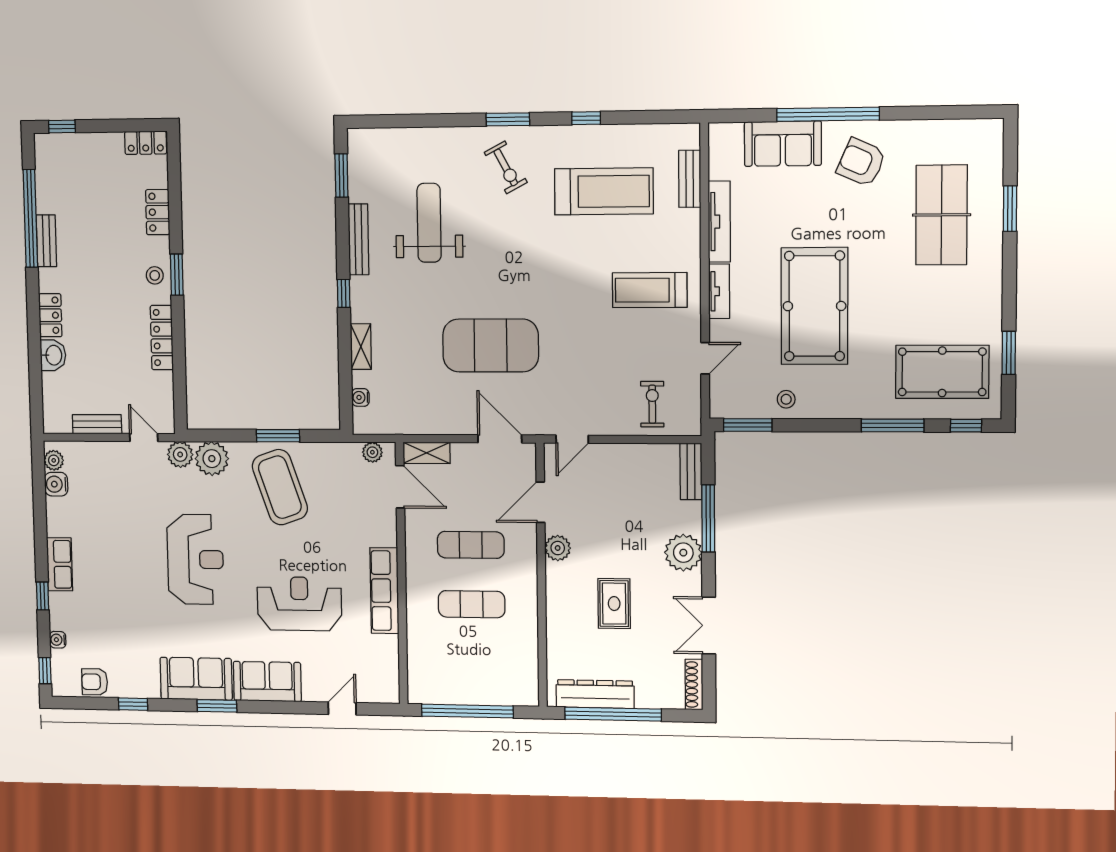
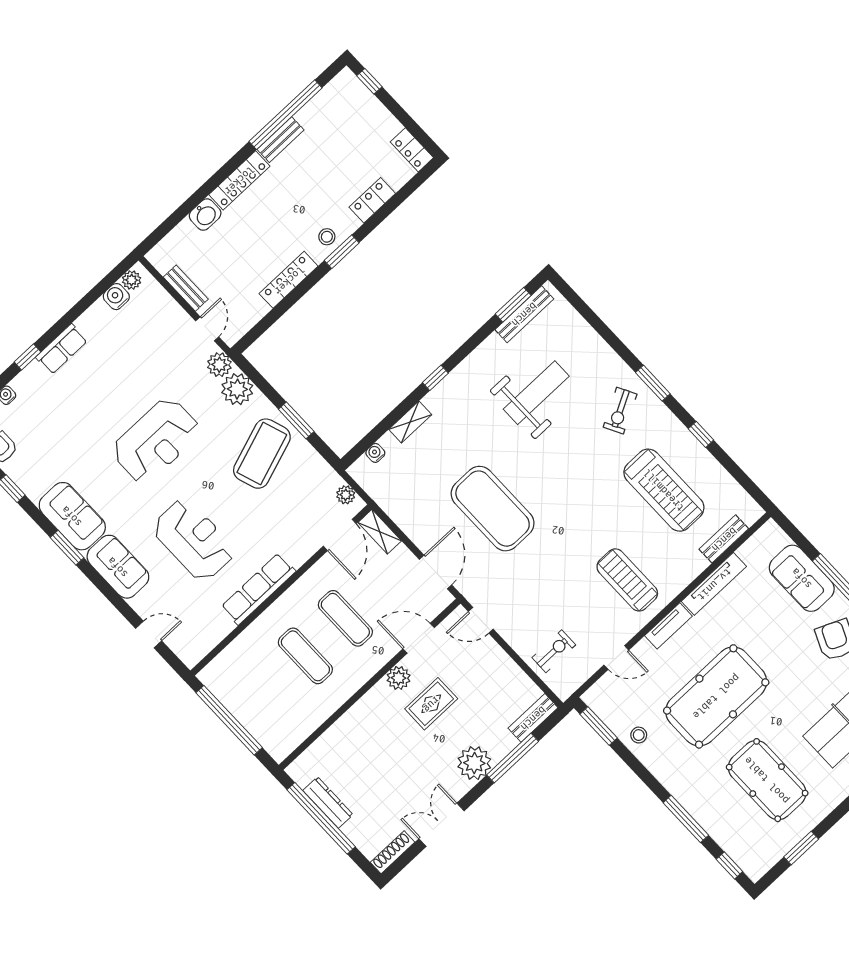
bench: (358, 239) -> (524, 314), moved
locker: (50, 315) -> (239, 180), width x1.53
pool table: (942, 372) -> (767, 780), moved
rug: (614, 604) -> (431, 704), moved
dresser: (595, 694) -> (328, 802), width x0.73, depth x0.80

